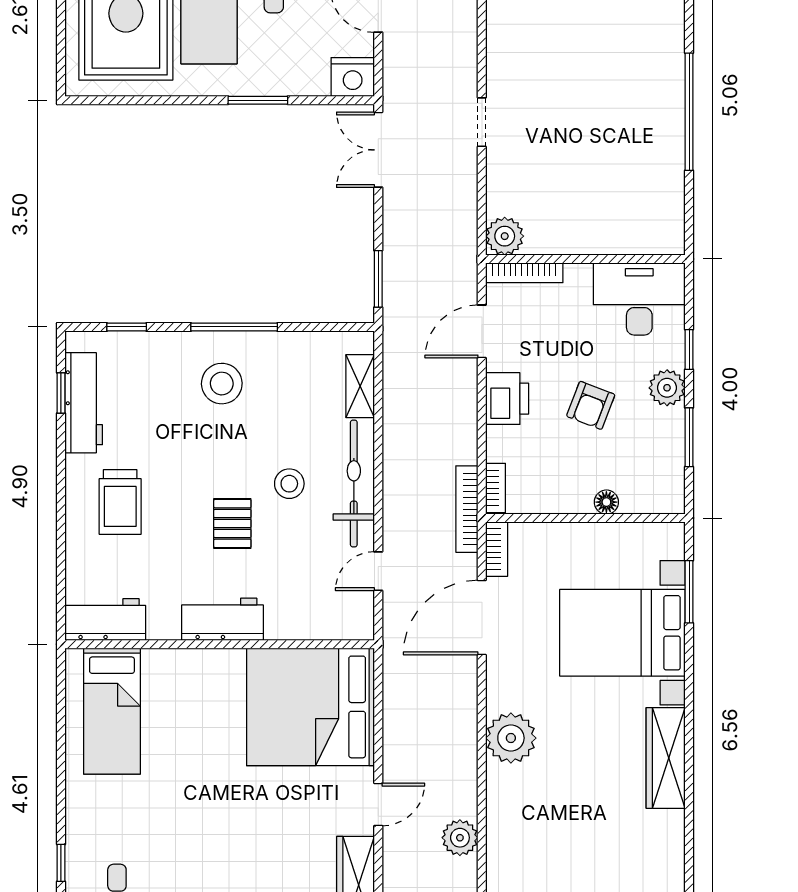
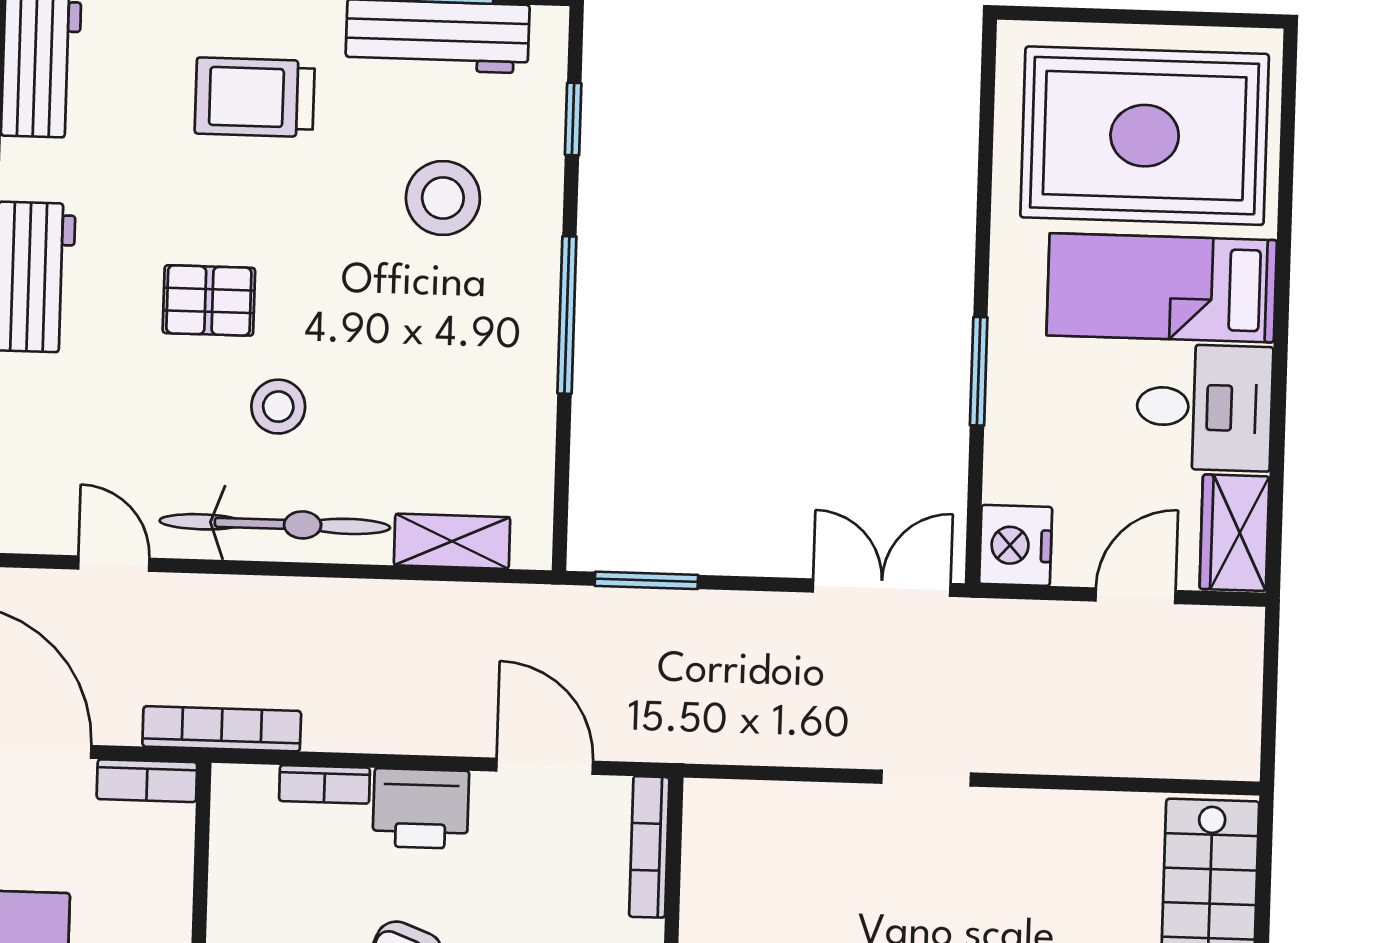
plant: (505, 236) -> (717, 813), removed
stool: (222, 384) -> (443, 198), moved
bookcase: (496, 488) -> (325, 784), moved

